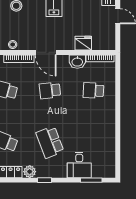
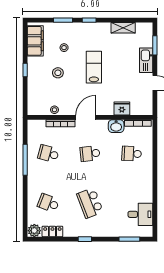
door: (46, 52) -> (86, 117), swing flipped
desk: (79, 165) -> (140, 214), moved, turned -90
plant: (30, 172) -> (71, 231), removed

